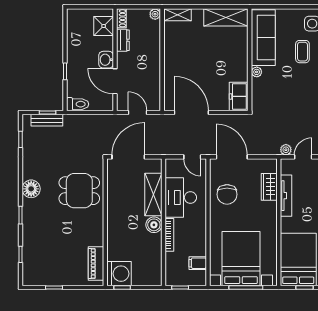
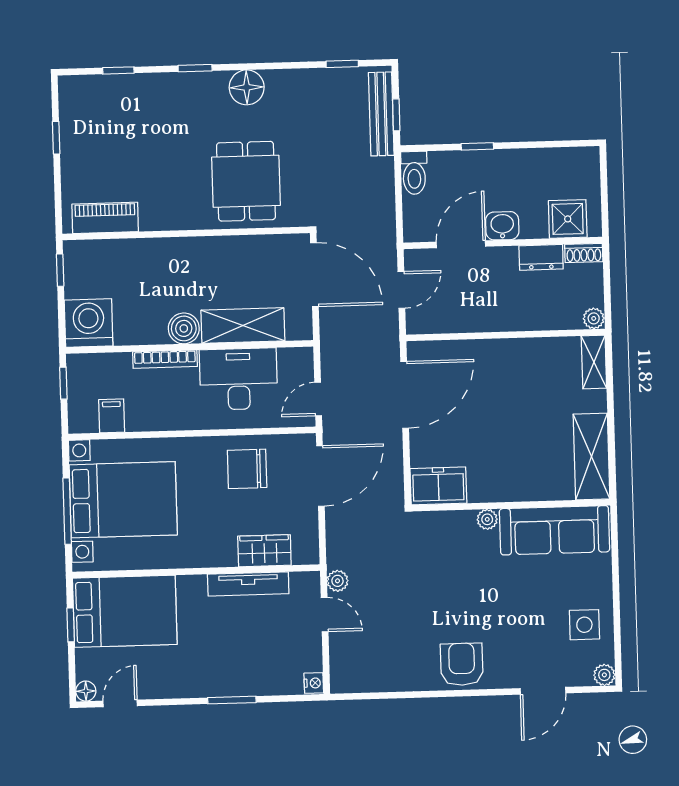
coffee table: (302, 52) -> (529, 607), removed
bench: (47, 120) -> (381, 114), width x1.36
washing machine: (119, 274) -> (89, 323), moved, turned 180

